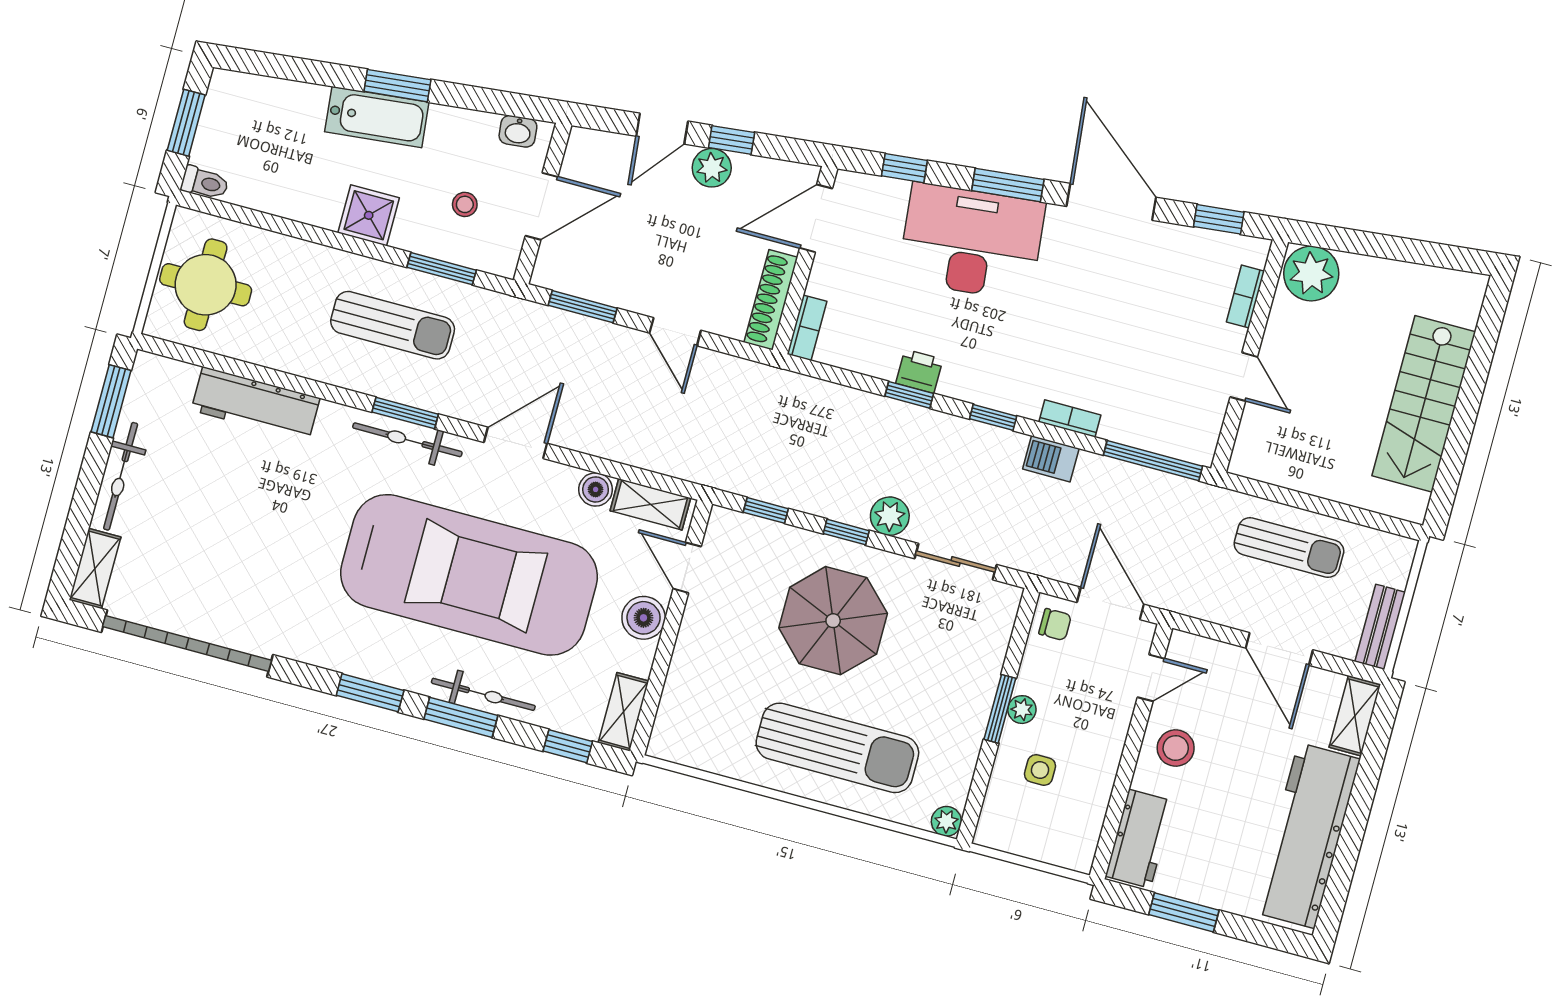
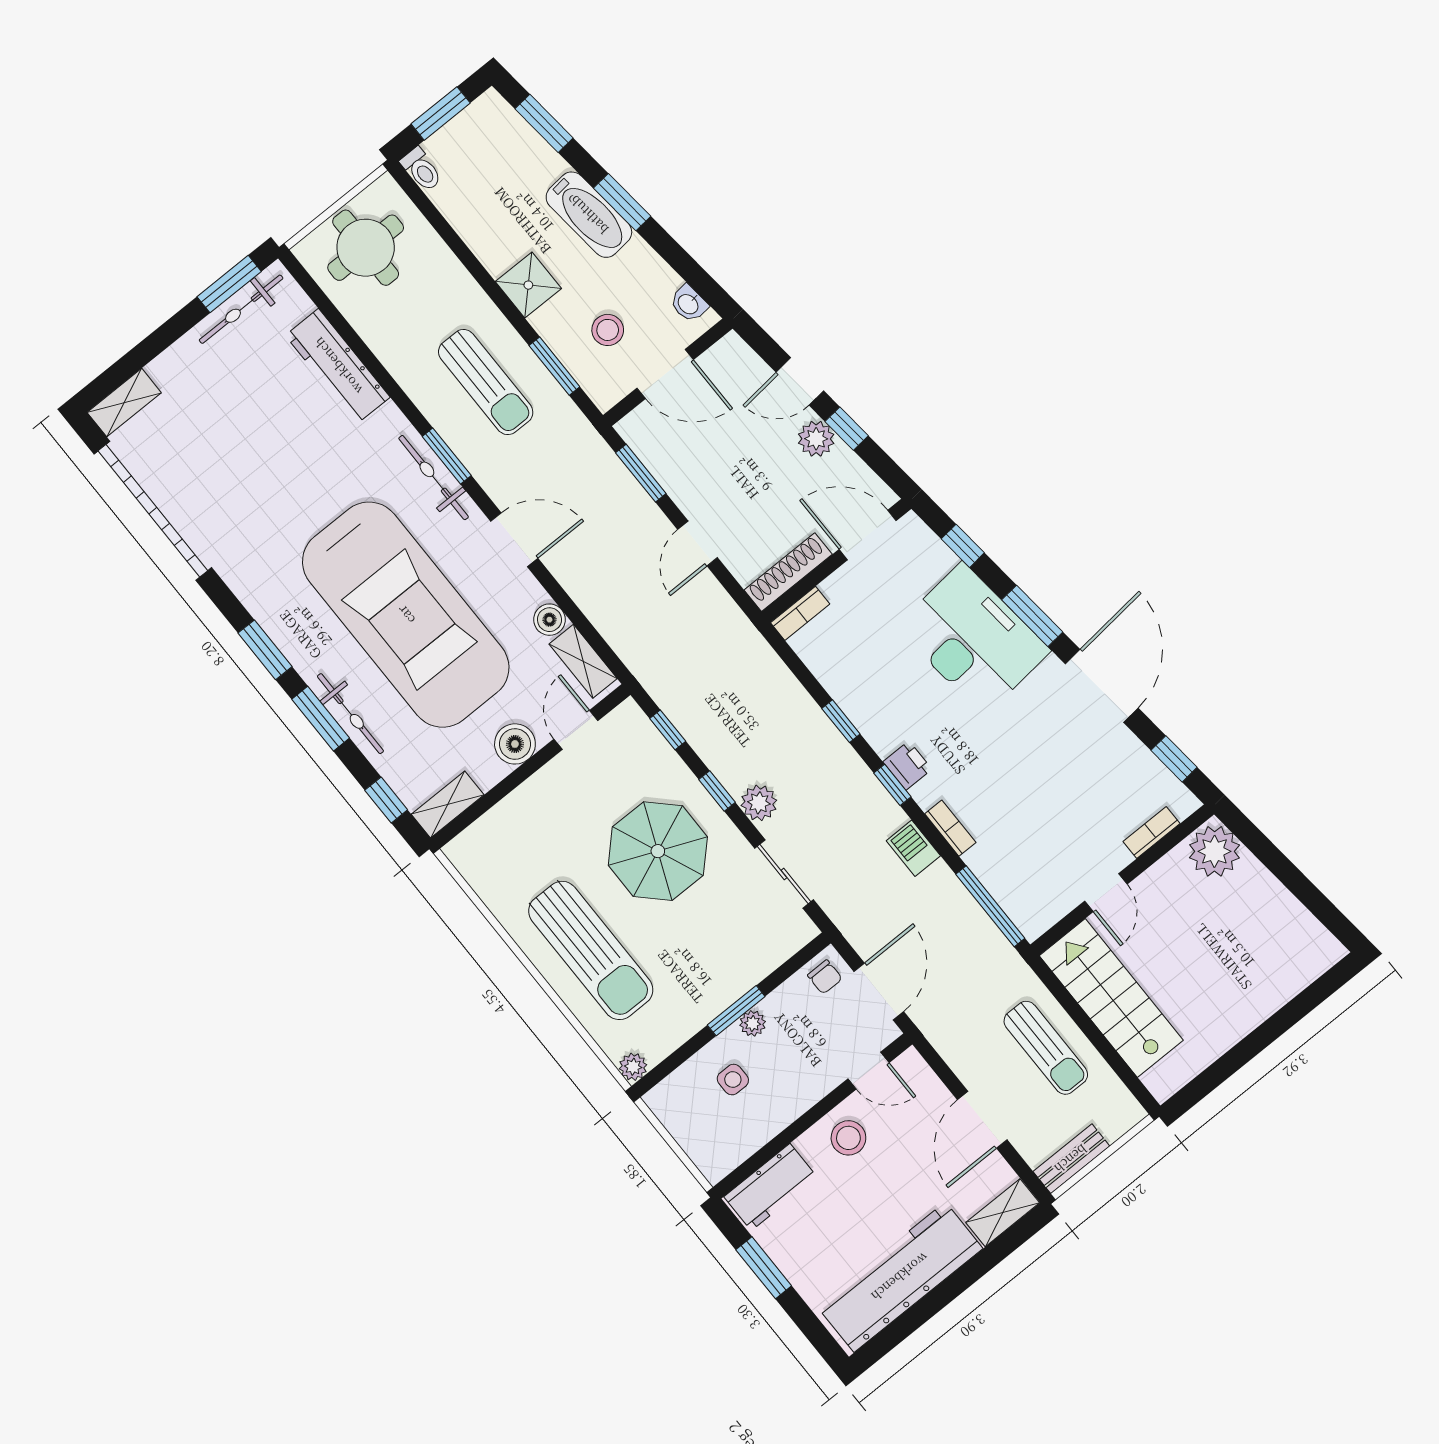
window: (281, 67) -> (544, 123), added
stool: (465, 204) -> (608, 330), width x1.37, depth x1.37
printer: (919, 371) -> (907, 766), moved
stairs: (1424, 404) -> (1111, 998), moved, turned 90
bicycle: (121, 476) -> (241, 309), moved

